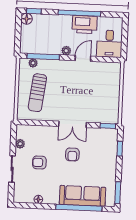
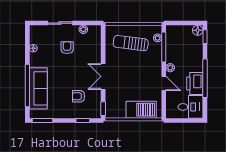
desk: (109, 44) -> (190, 107), moved, turned 180
barbecue: (111, 84) -> (141, 110), added
armchair: (72, 154) -> (79, 96), moved

